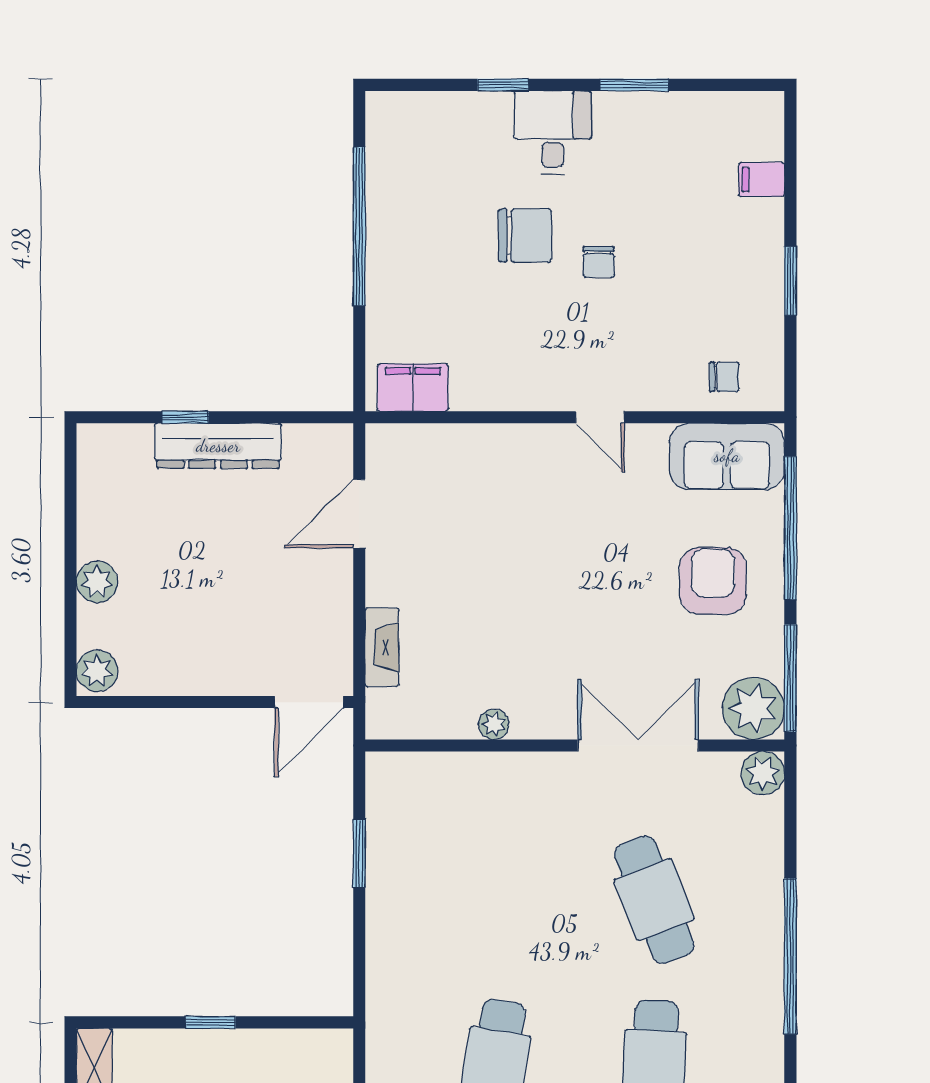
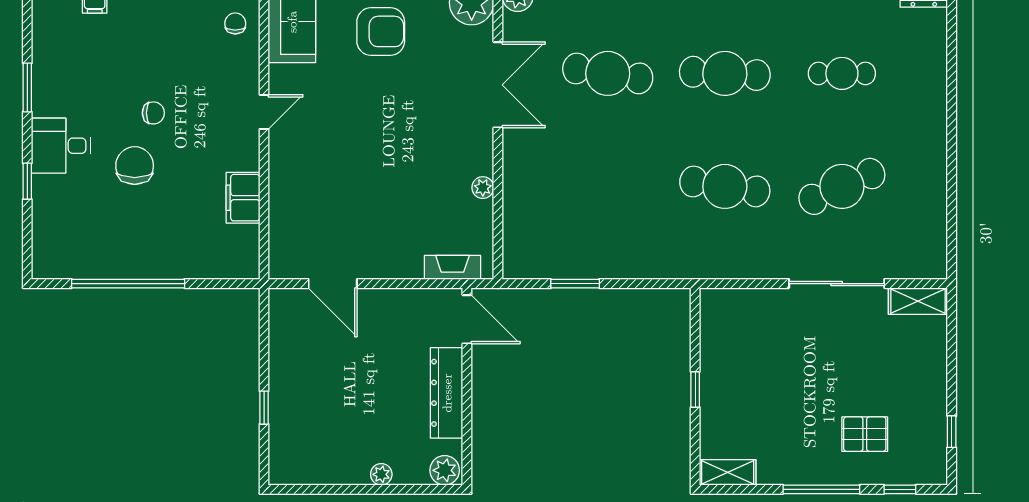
filing cabinet: (413, 388) -> (243, 198), moved
dresser: (218, 446) -> (447, 393), moved, turned 180
armchair: (713, 581) -> (381, 31), turned 180
plant: (97, 582) -> (381, 474), width x0.73, depth x0.73
fireplace: (382, 647) -> (452, 267), moved
double door: (638, 746) -> (498, 85), swing flipped
cafe table: (654, 900) -> (608, 73), turned 30

